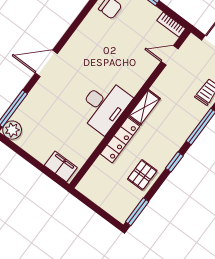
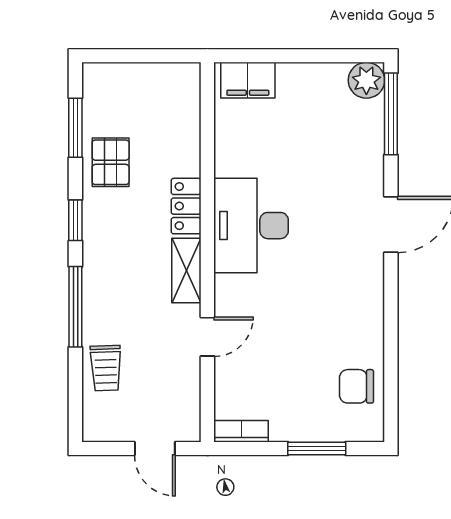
door: (170, 55) -> (207, 337), moved
locker: (120, 140) -> (186, 206), width x0.66
window: (137, 212) -> (75, 128), moved

